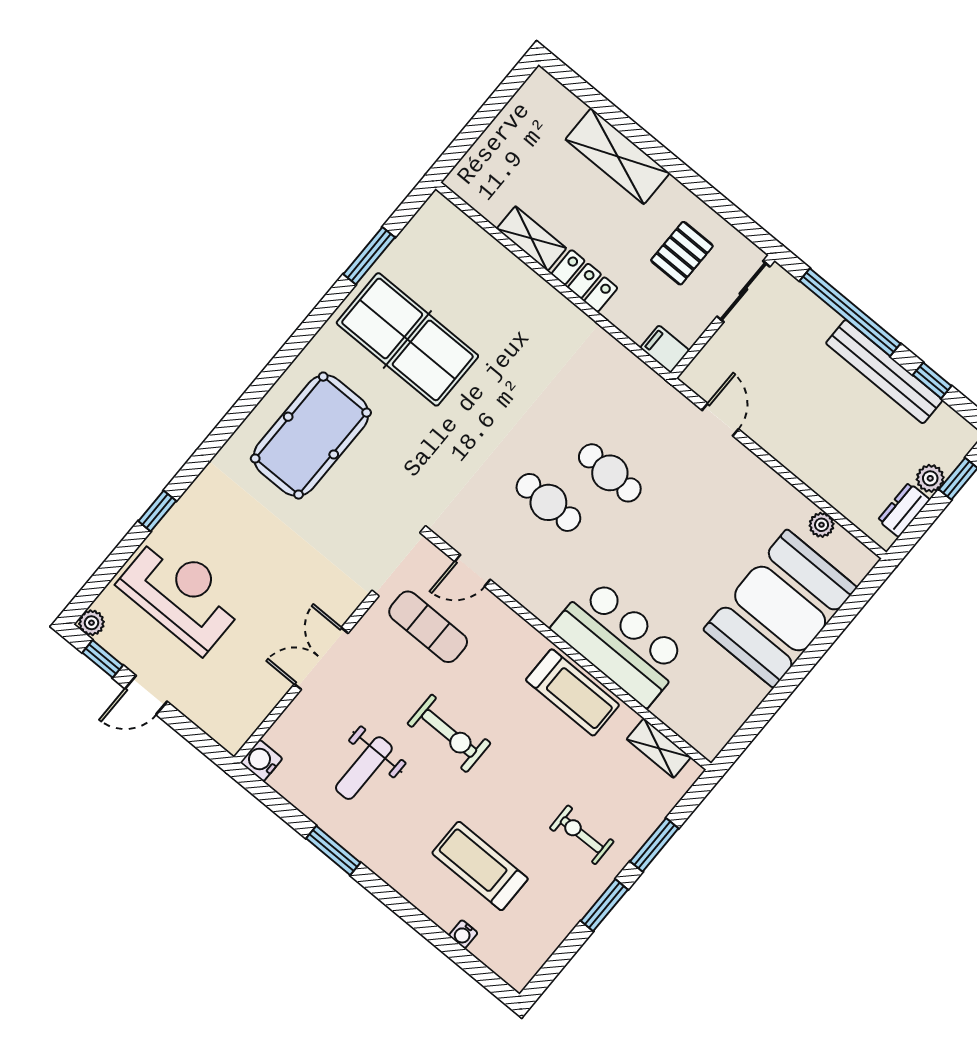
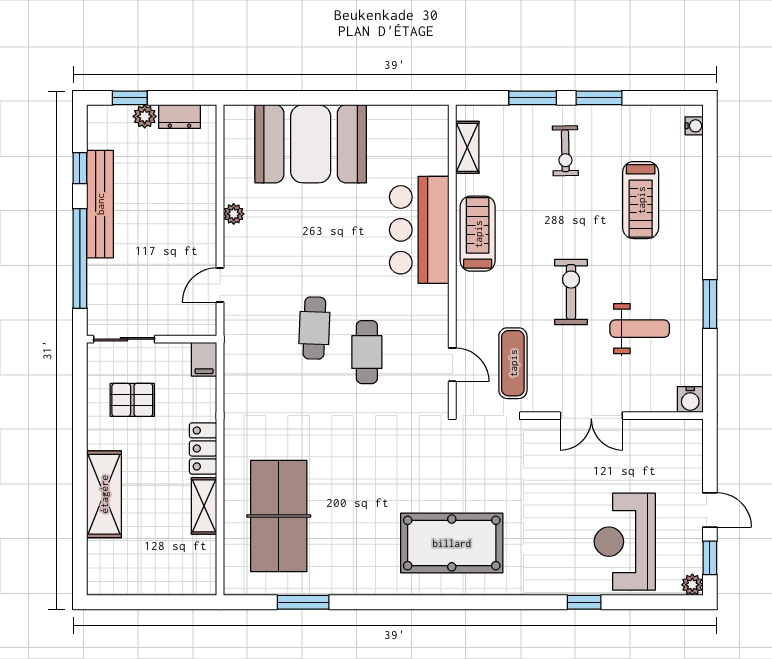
table tennis table: (407, 339) -> (279, 516), moved
plant: (822, 525) -> (234, 214), moved
water cooler: (463, 934) -> (694, 126), moved

